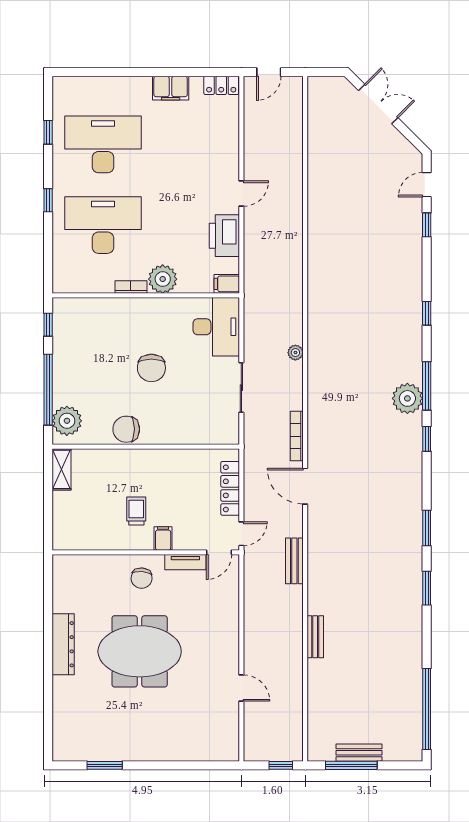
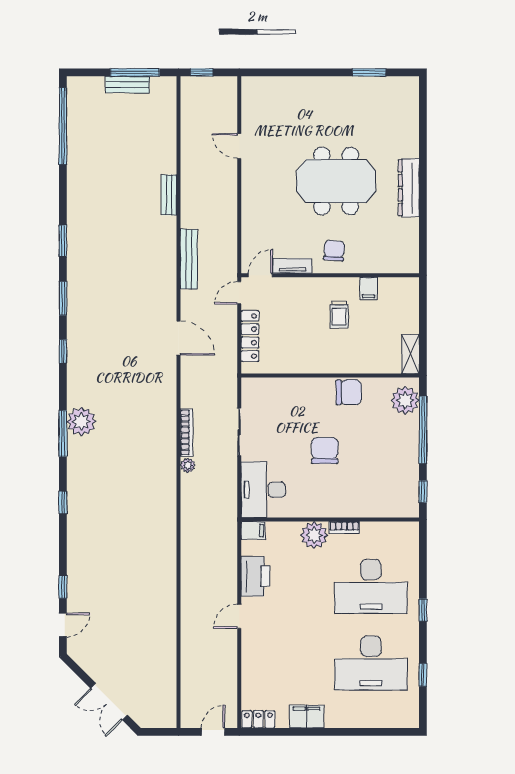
bookcase: (297, 436) -> (186, 433), moved
window: (427, 439) -> (63, 351), moved
filing cabinet: (163, 538) -> (368, 288), moved
bench: (294, 561) -> (189, 259), width x1.36

